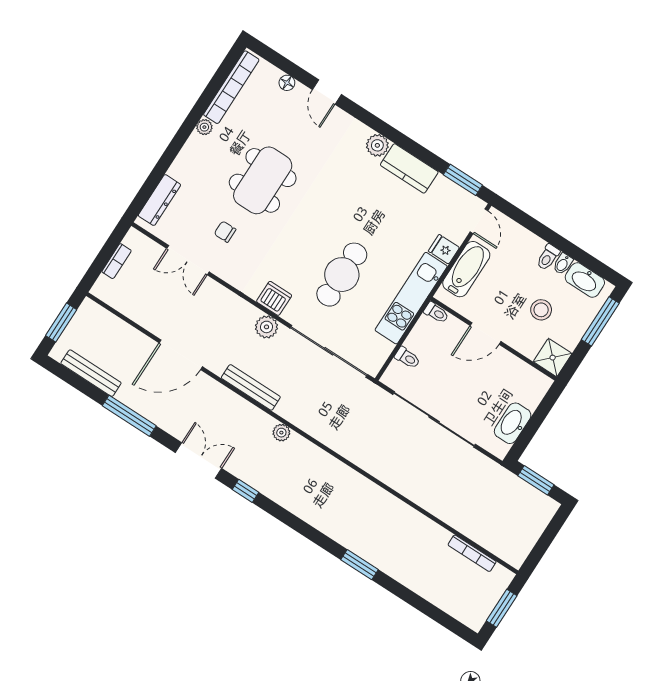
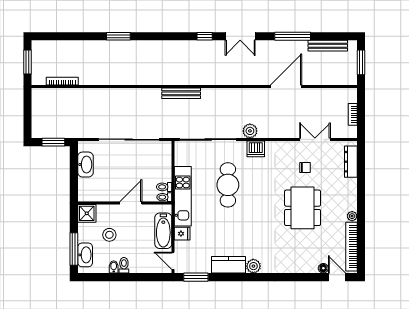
door: (327, 92) -> (337, 277), moved
washbasin: (585, 280) -> (85, 255), moved, turned 90
toilet: (407, 358) -> (164, 187), moved
bench: (251, 387) -> (181, 93), moved
plant: (281, 433) -> (206, 80), removed

